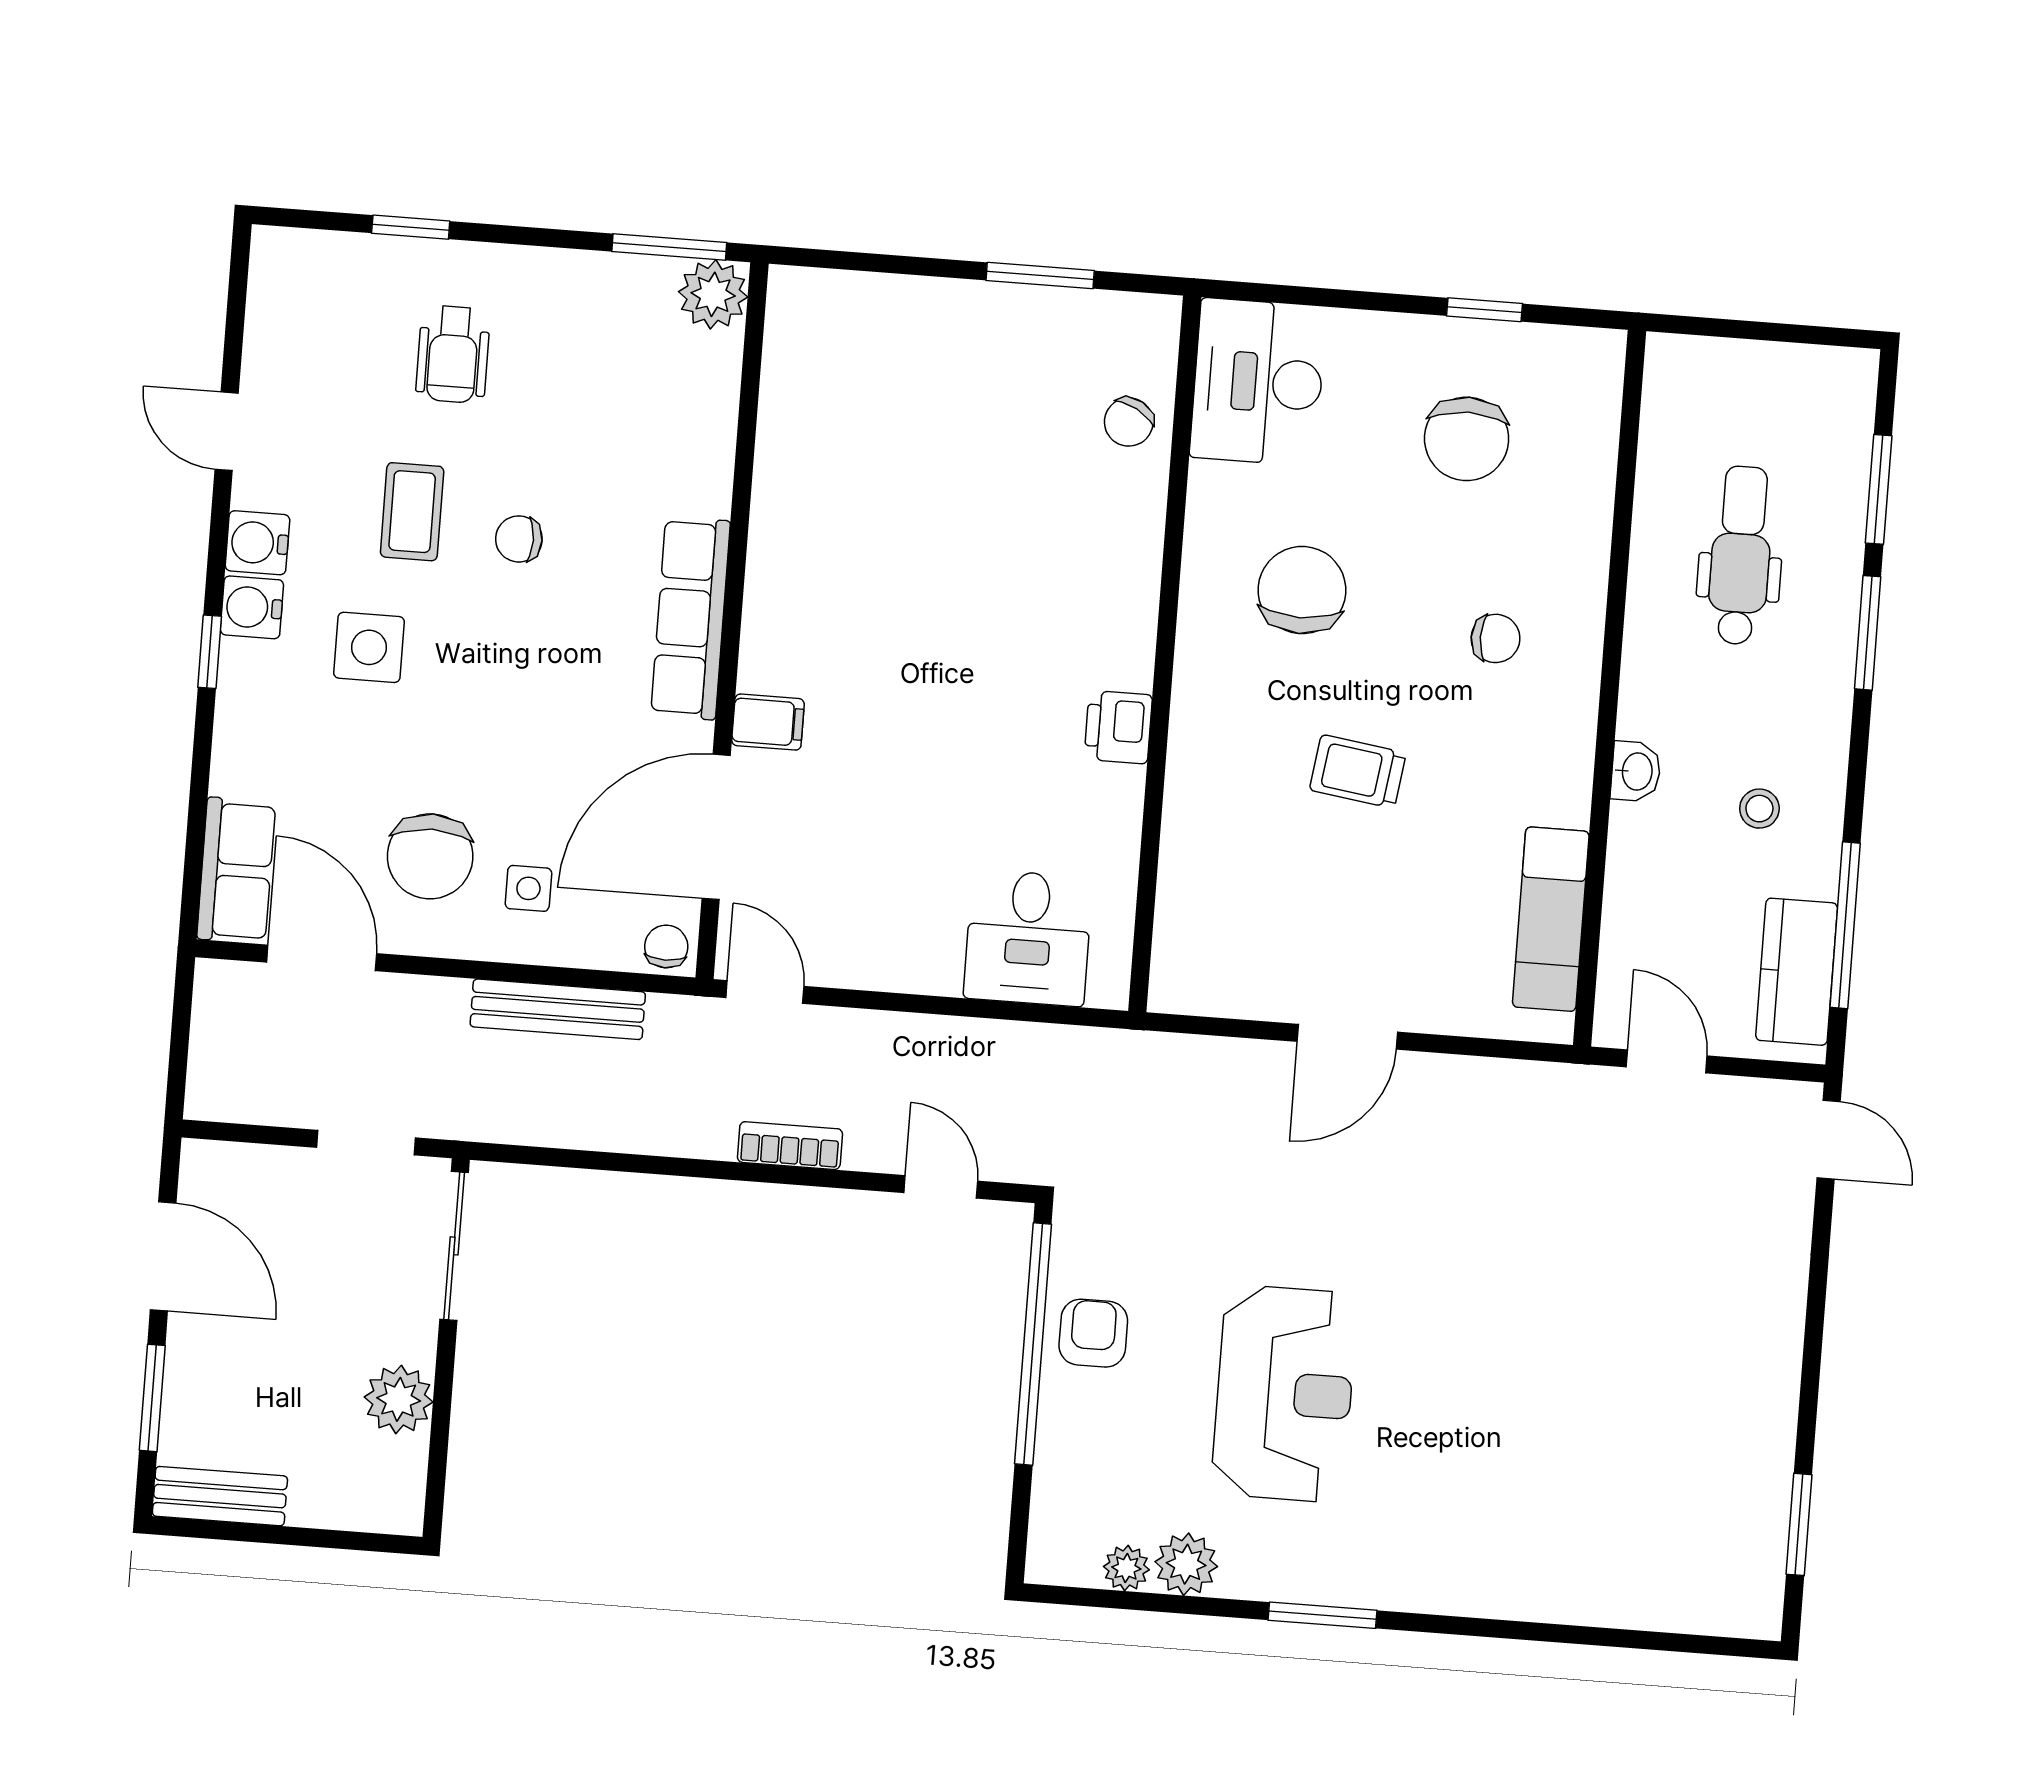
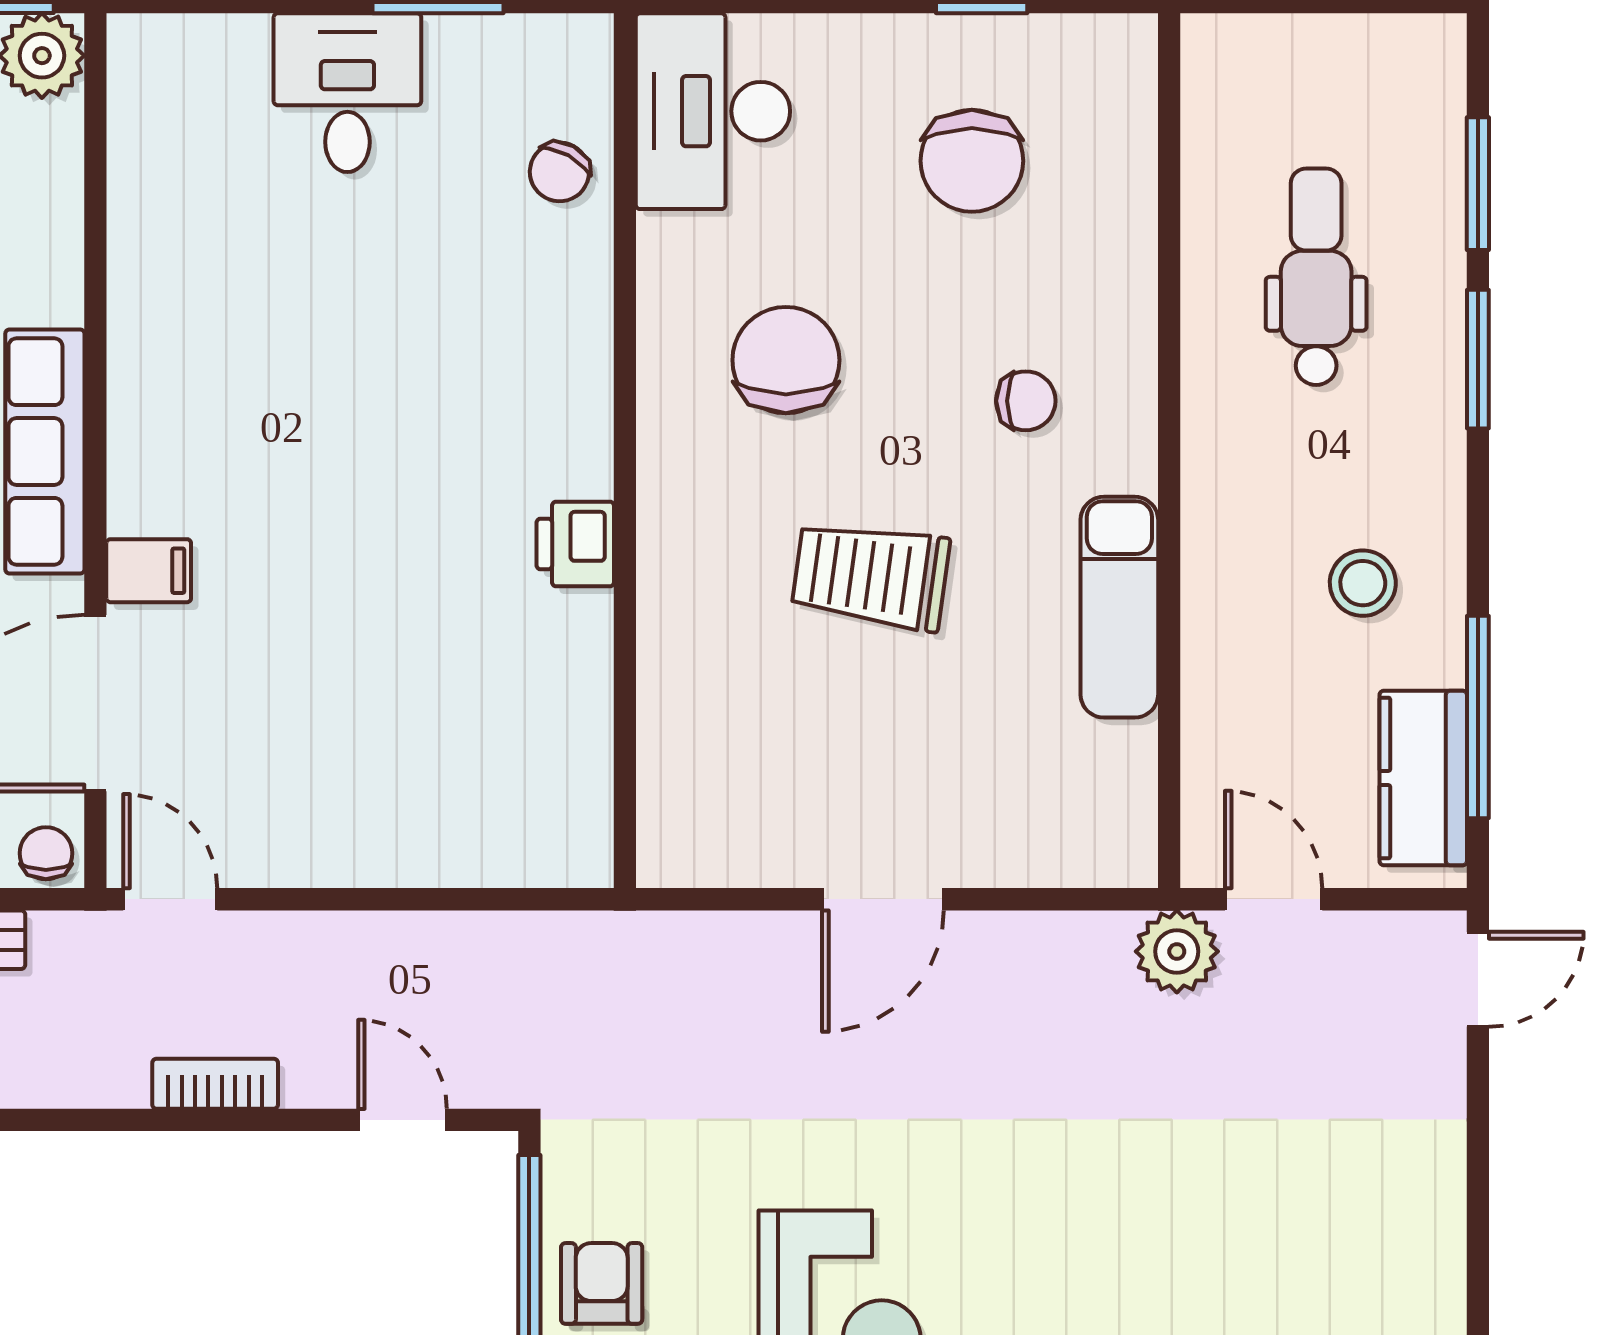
trolley: (1358, 771) -> (871, 576), width x1.36, depth x1.39
washbasin: (1636, 771) -> (1209, 549), removed
stool: (1759, 809) -> (1363, 583), width x1.37, depth x1.37
exam couch: (1551, 919) -> (1119, 607), moved
desk: (1028, 938) -> (347, 93), moved, turned 180
plant: (1584, 1098) -> (1177, 951), added
door: (1829, 1140) -> (1478, 979), hinge flipped

